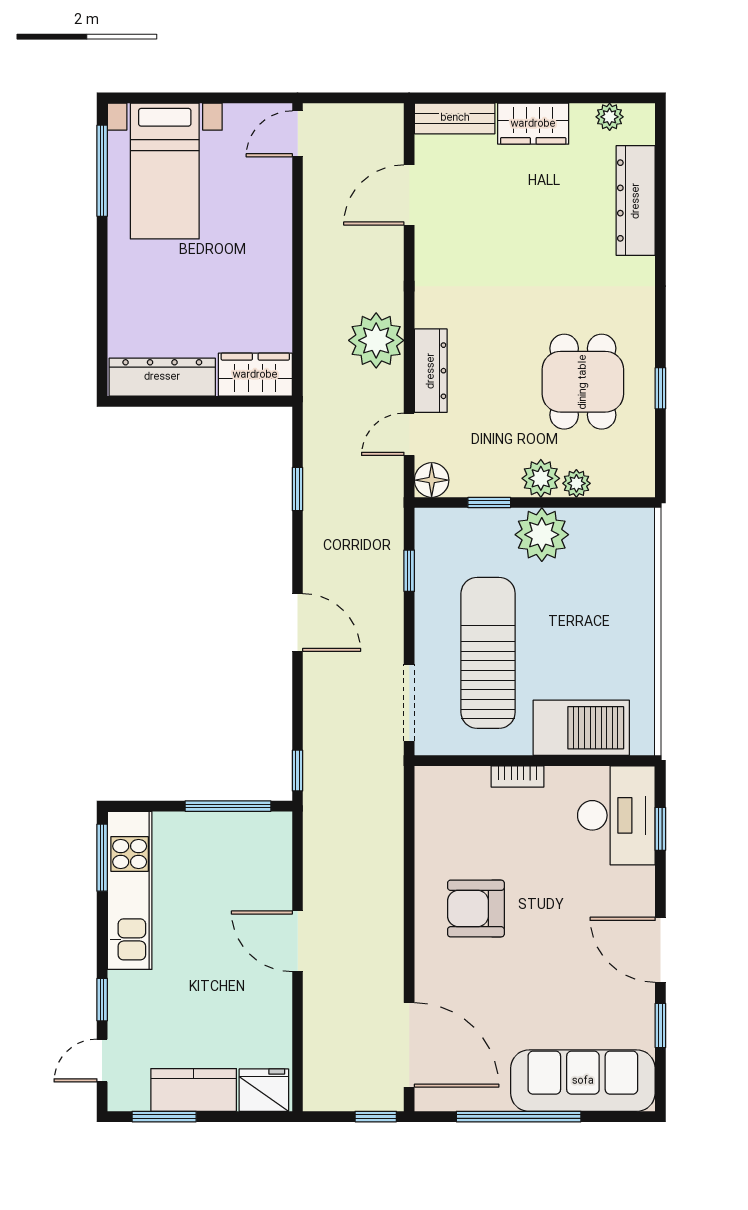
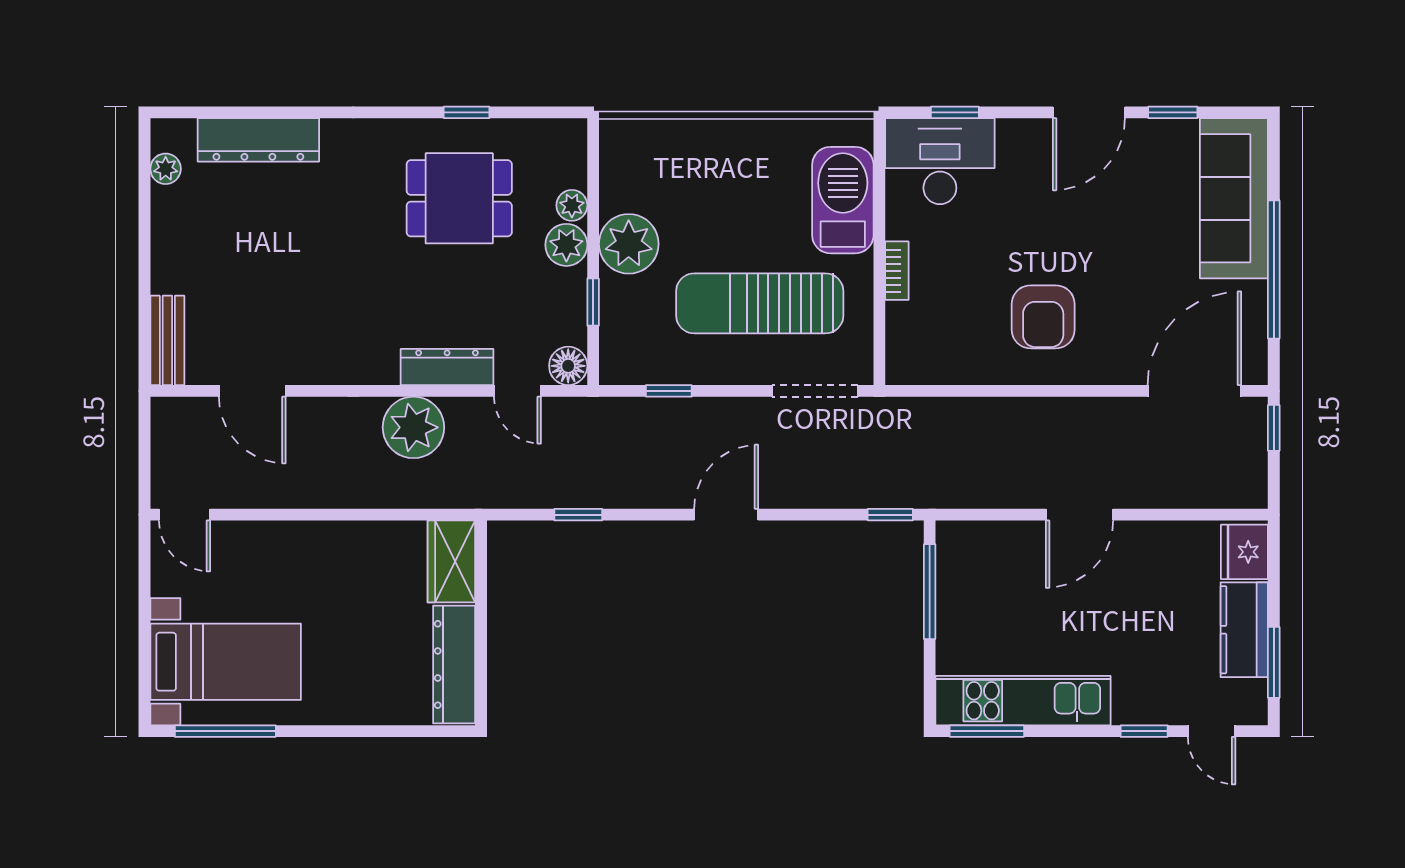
wardrobe: (533, 124) -> (173, 253), removed

